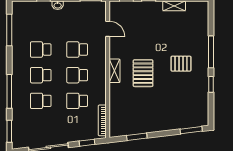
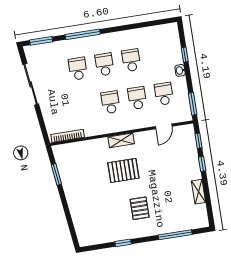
window: (9, 30) -> (146, 24), removed
window: (211, 52) -> (175, 235), moved
school desk: (77, 101) -> (164, 94), moved
window: (191, 130) -> (72, 230), removed
window: (87, 143) -> (42, 124), removed

